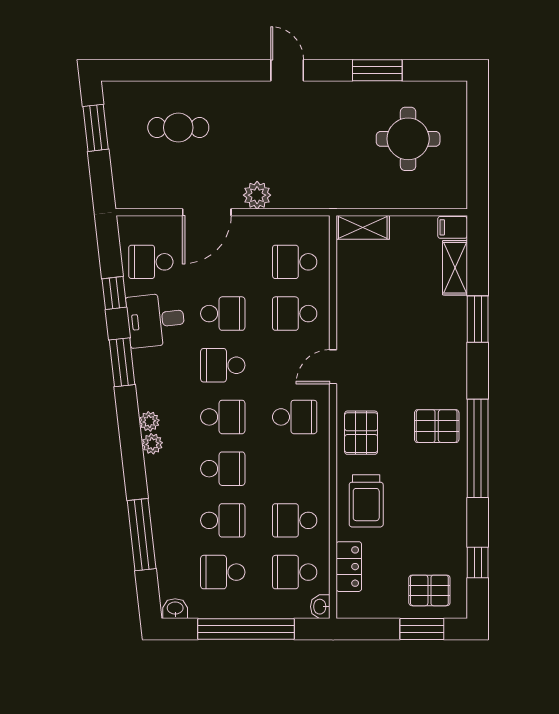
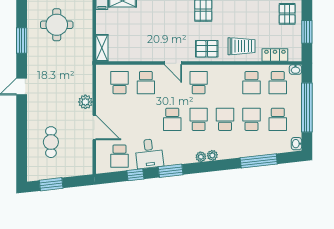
school desk: (295, 262) -> (119, 83), turned 180
school desk: (223, 314) -> (146, 119), removed
window: (422, 629) -> (307, 32), moved

